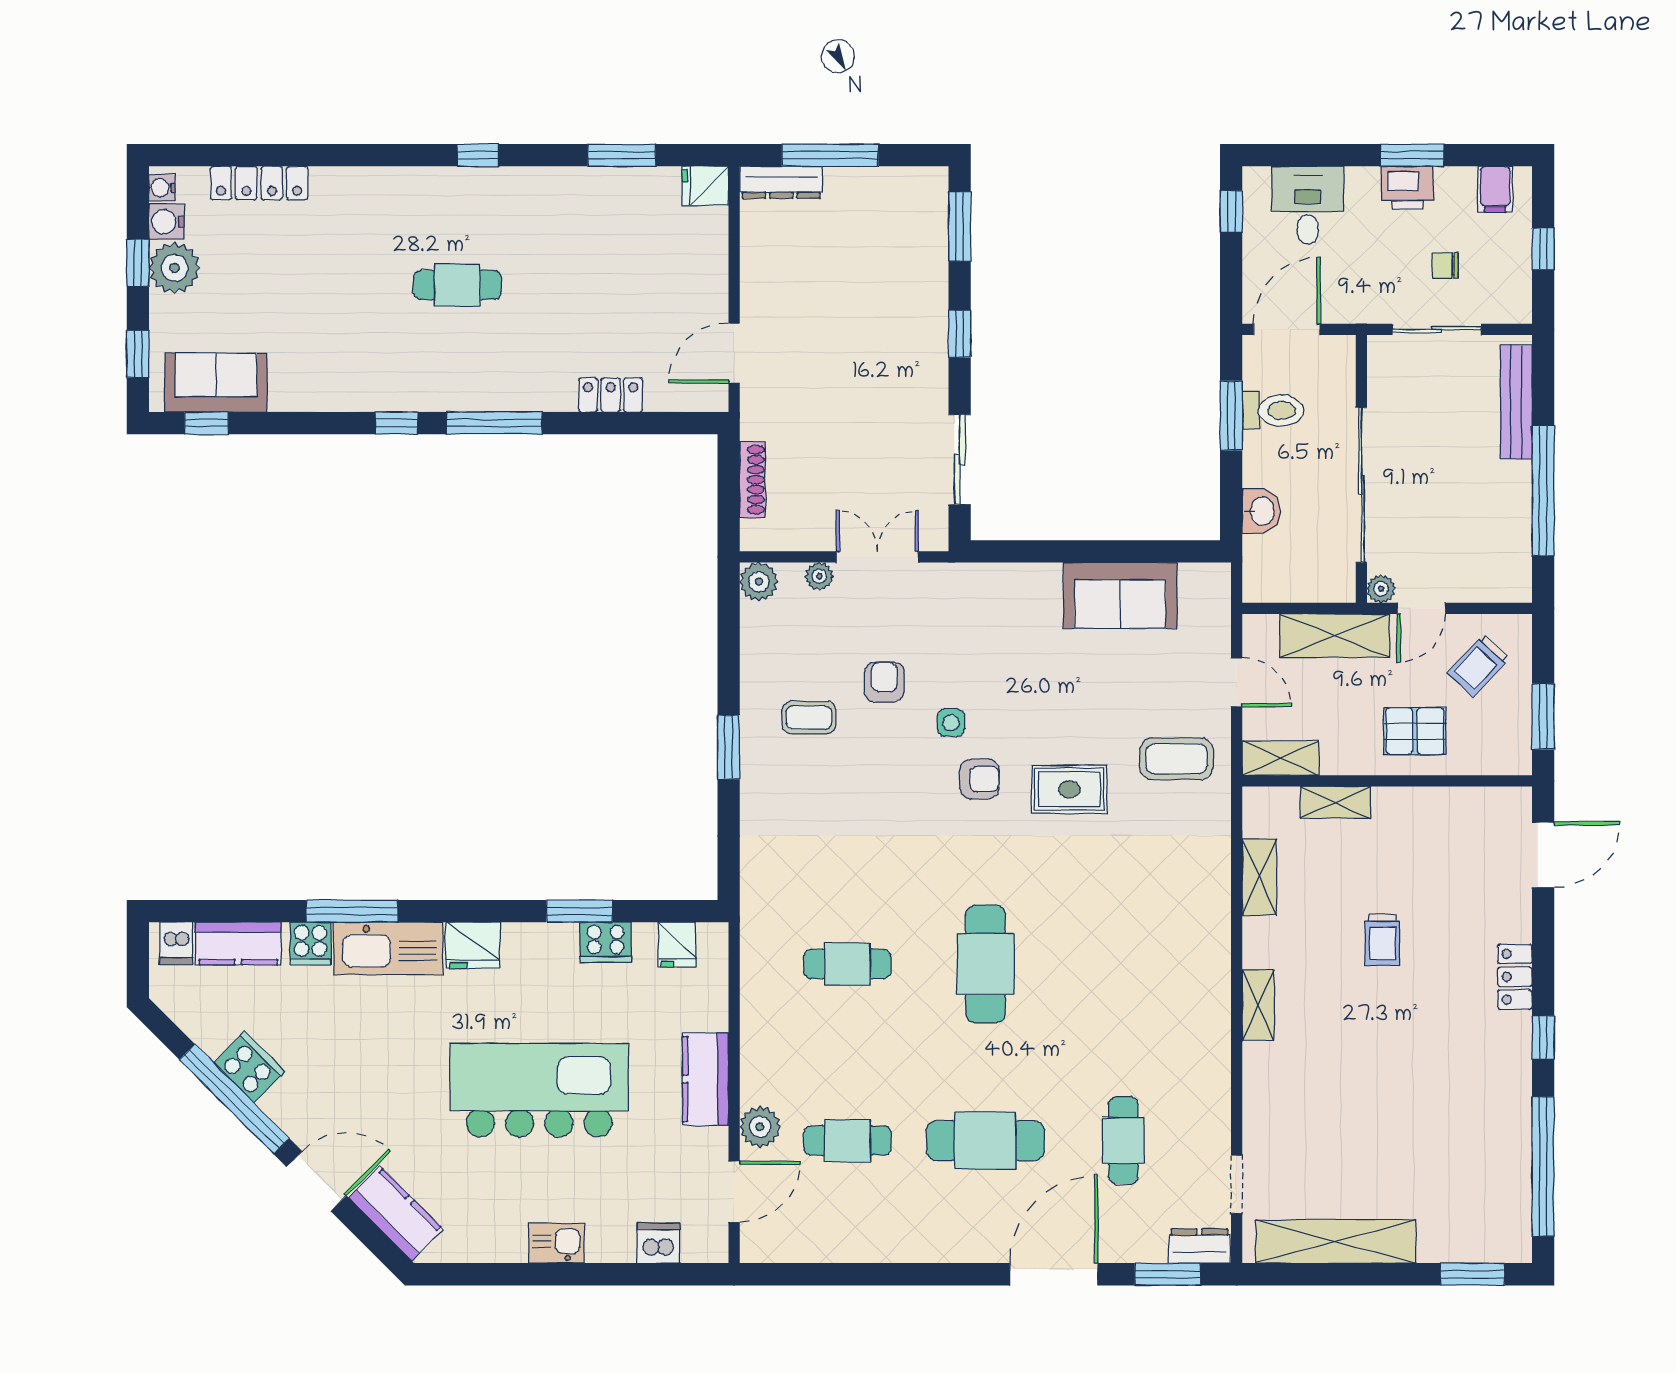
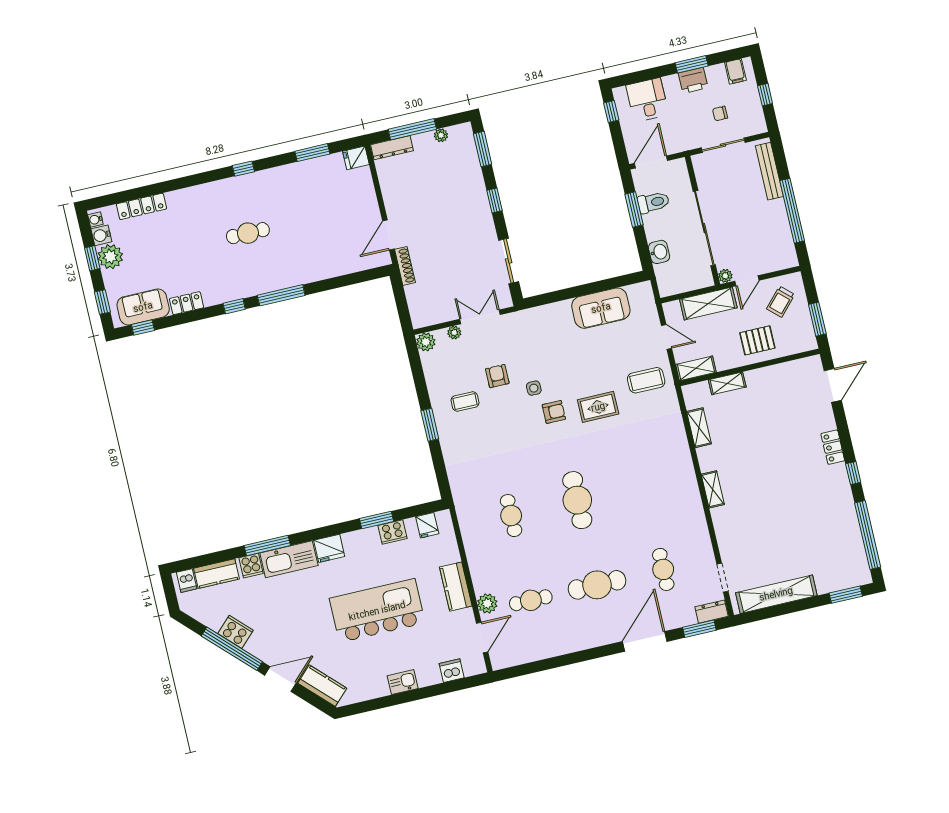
plant: (884, 180) -> (441, 135), added
locker: (611, 395) -> (187, 303), moved
shoe rack: (752, 480) -> (405, 266), moved
trolley: (1382, 940) -> (765, 444), removed
cafe table: (847, 964) -> (511, 516), turned 90

